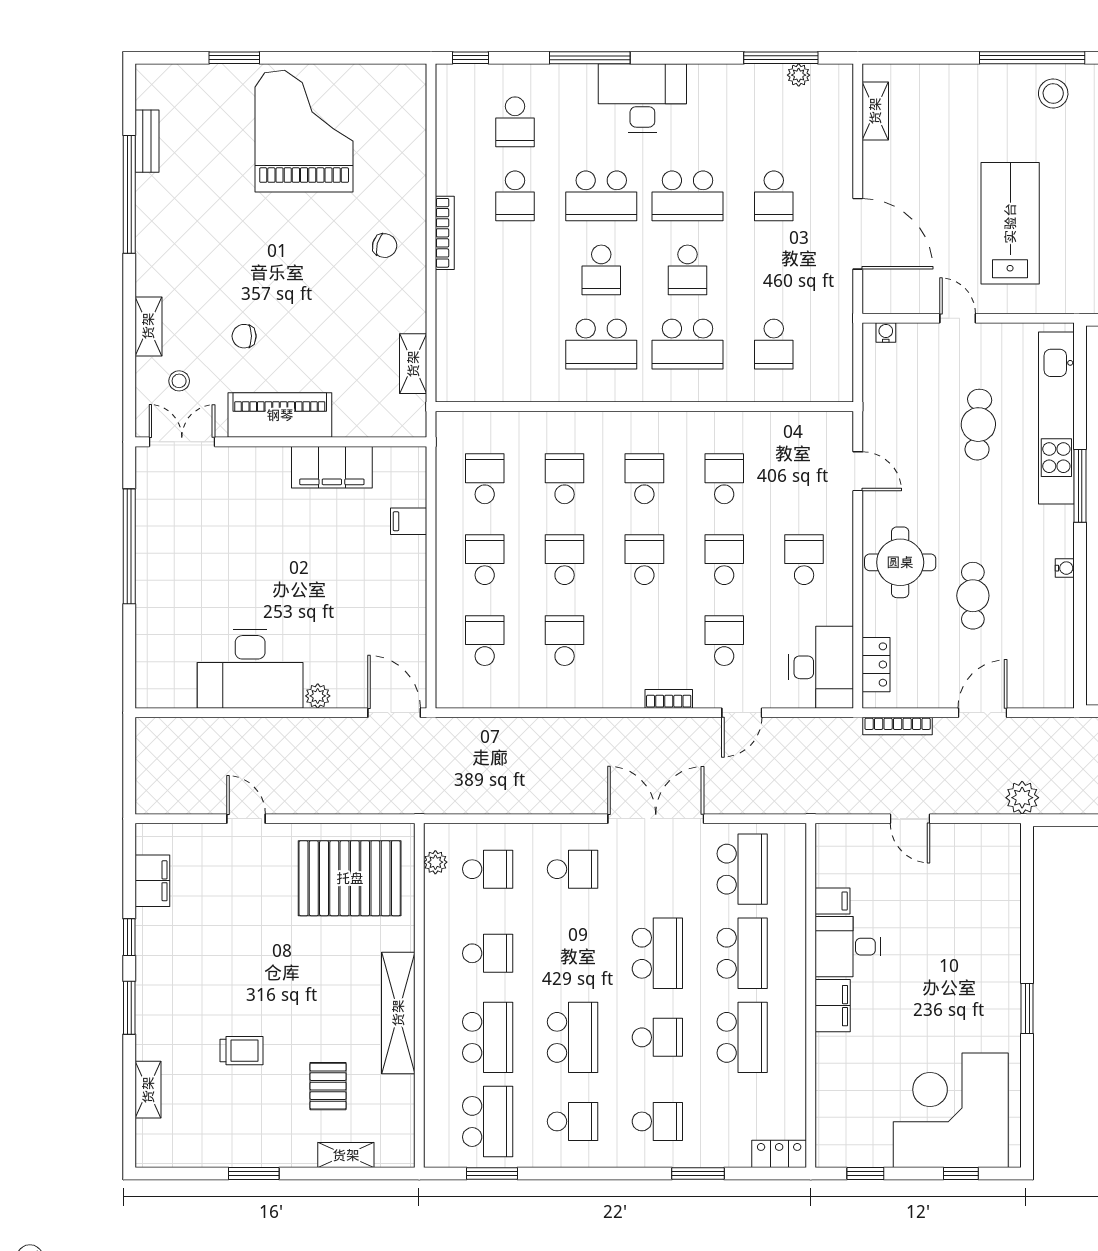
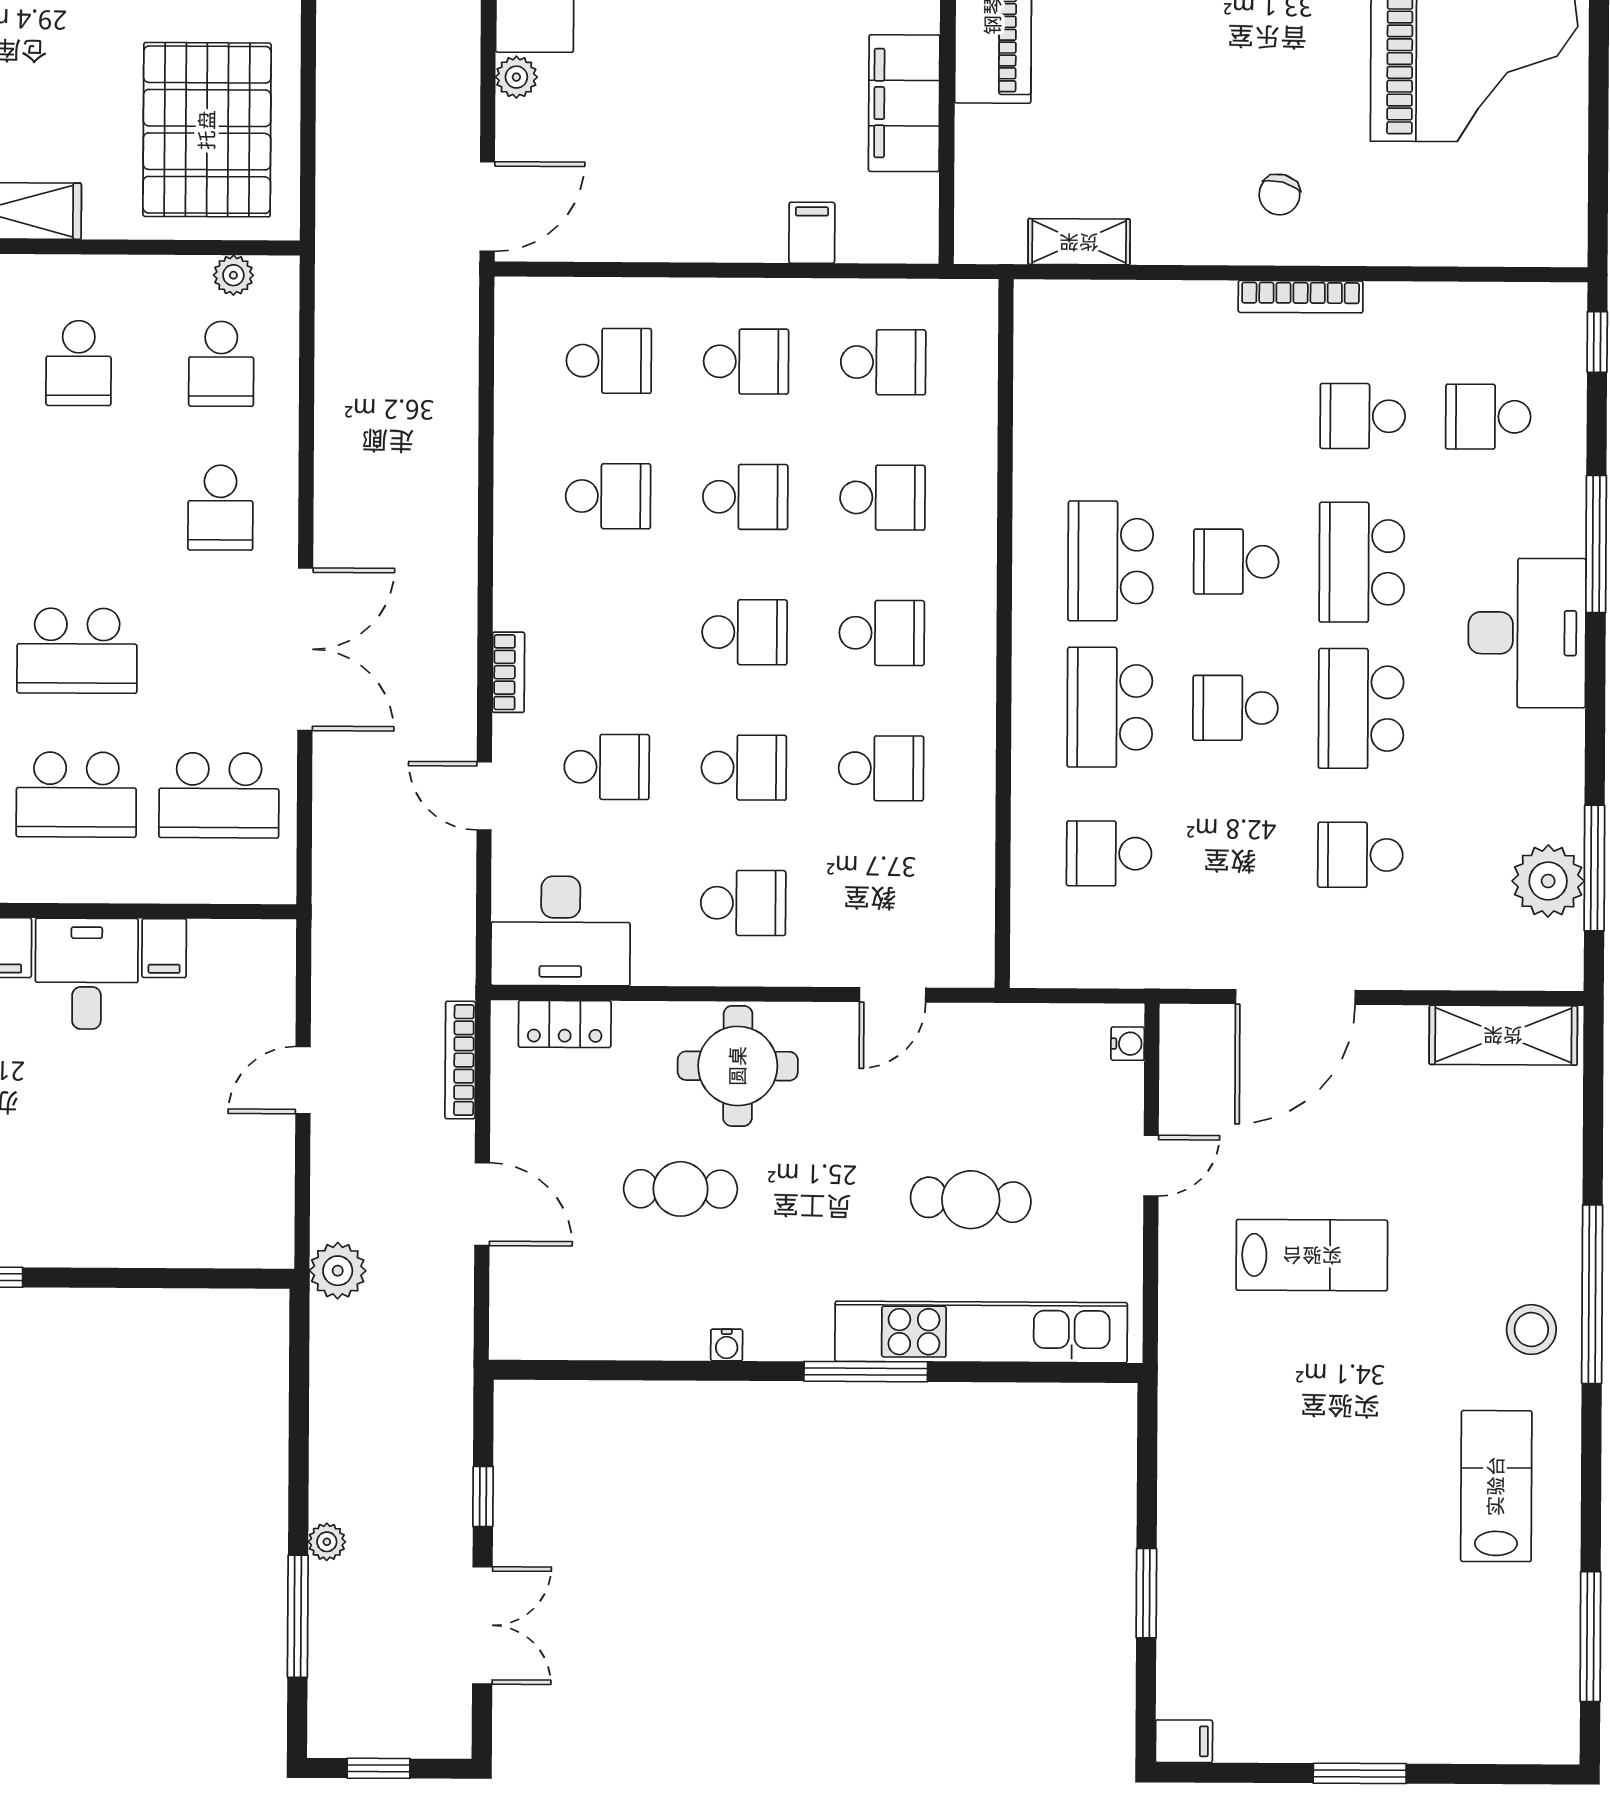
plant: (799, 75) -> (1548, 881), width x1.88, depth x1.88
shelving: (875, 111) -> (1503, 1035), width x1.50, depth x1.33
lab bench: (1010, 223) -> (1312, 1255), width x0.73, depth x0.72

